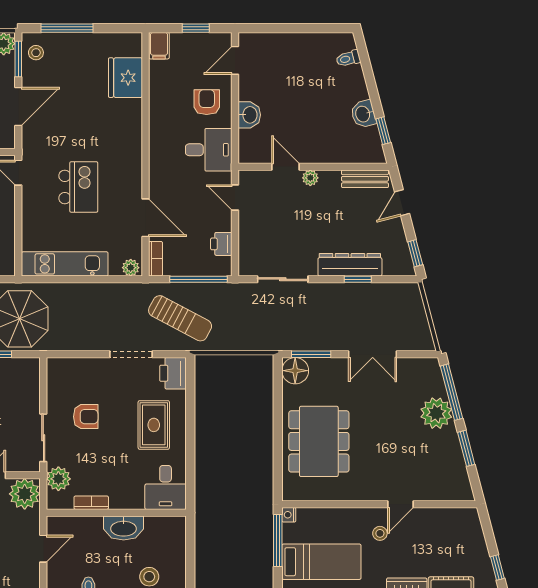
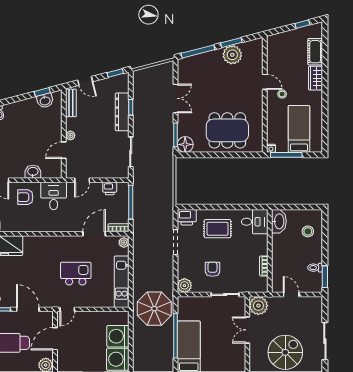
washbasin: (363, 114) -> (45, 101), moved
sun lounger: (180, 318) -> (154, 213), removed
plant: (436, 413) -> (232, 55), moved
plant: (58, 479) -> (184, 285), moved
washbasin: (124, 528) -> (279, 221), moved

